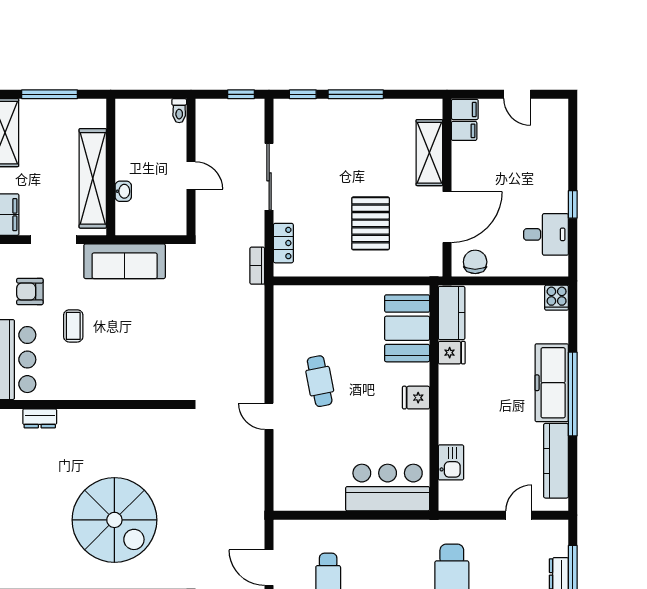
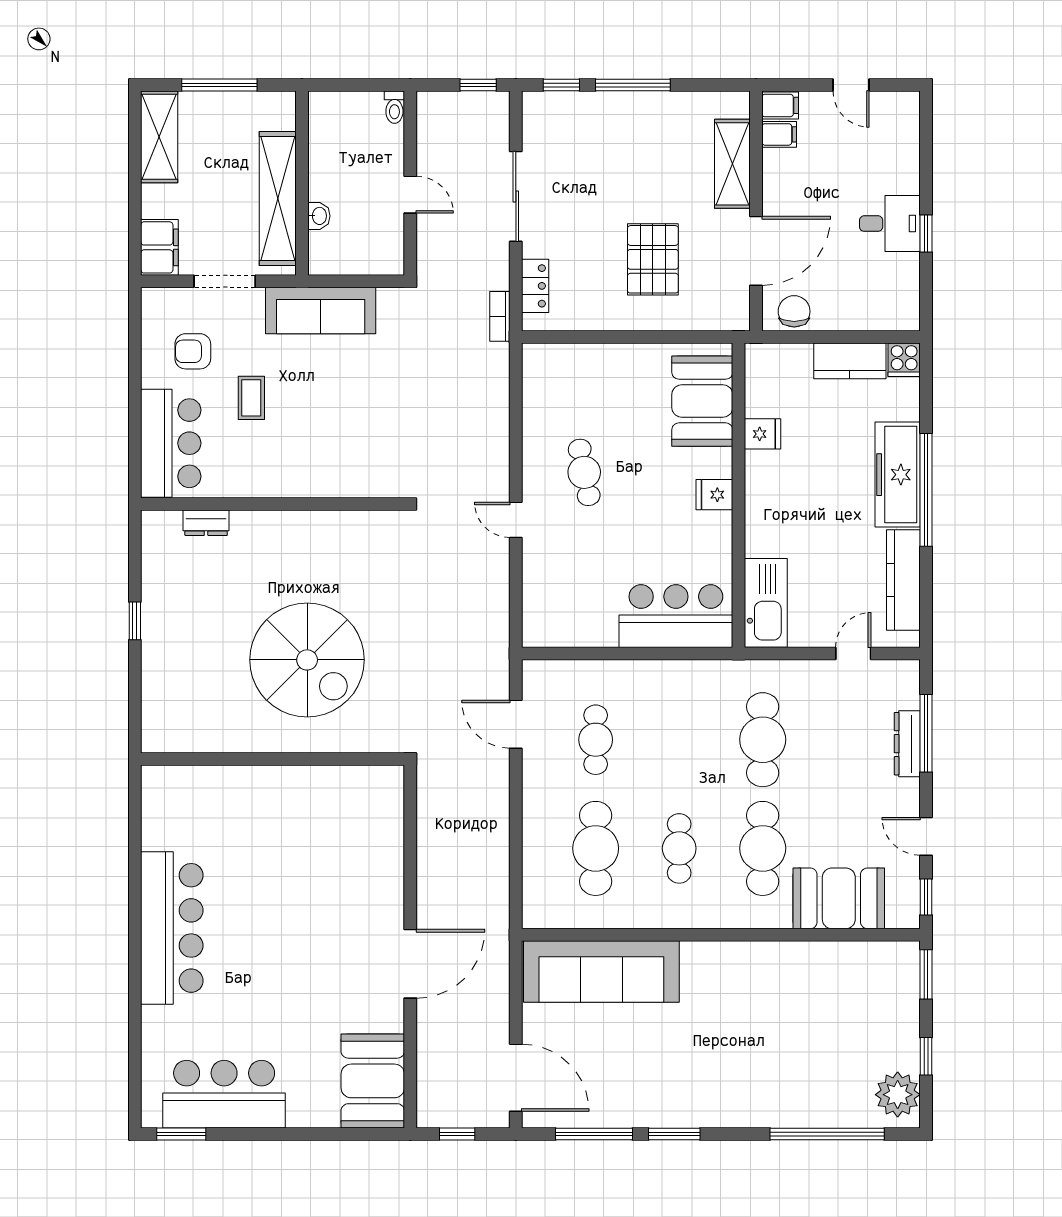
desk: (546, 234) -> (890, 224), moved
kitchen counter: (452, 313) -> (850, 361), moved, turned 90
kitchen sink: (451, 462) -> (766, 603), width x1.88, depth x1.24

